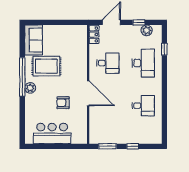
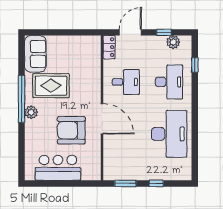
armchair: (63, 103) -> (71, 130), width x1.88, depth x1.88
desk: (143, 106) -> (169, 134), width x1.87, depth x1.30

